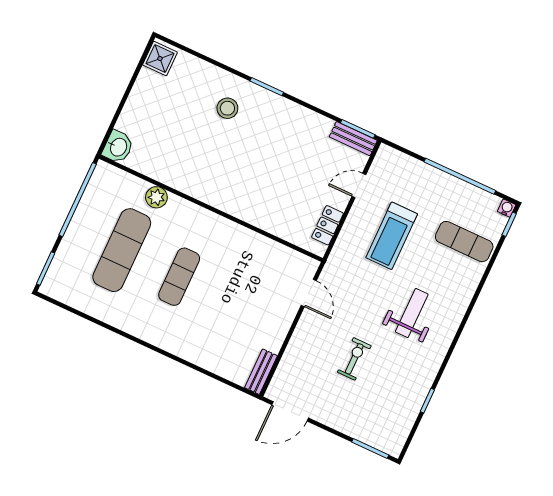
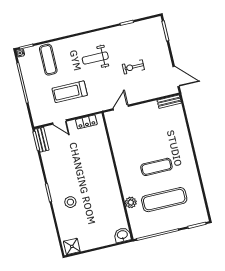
treadmill: (392, 236) -> (70, 92), turned 180

